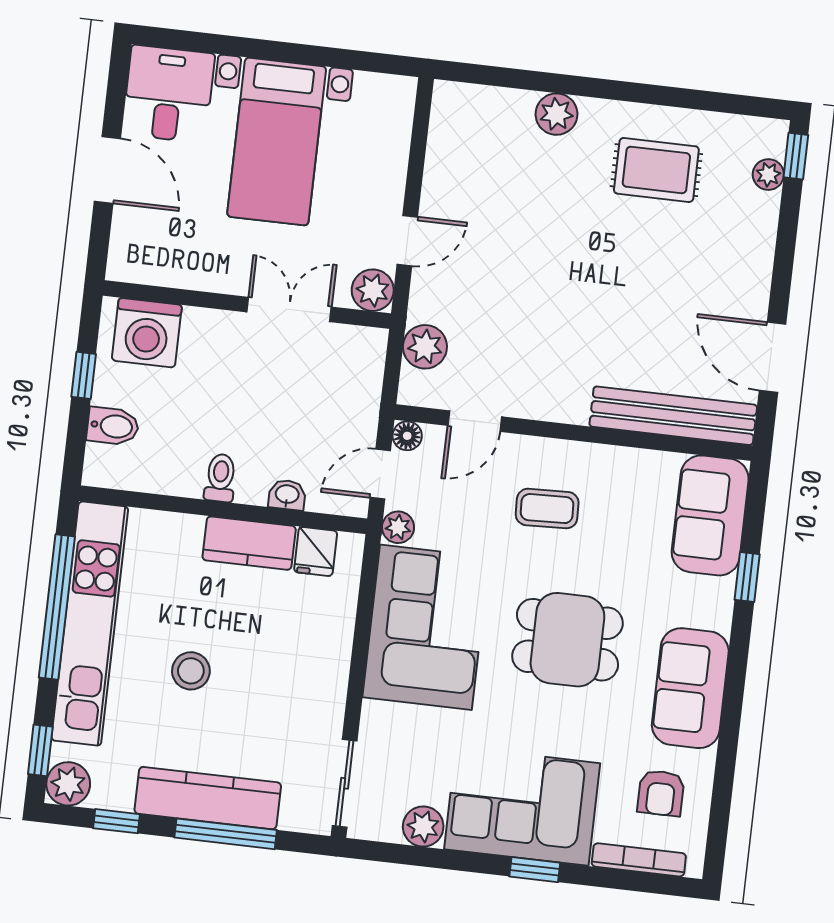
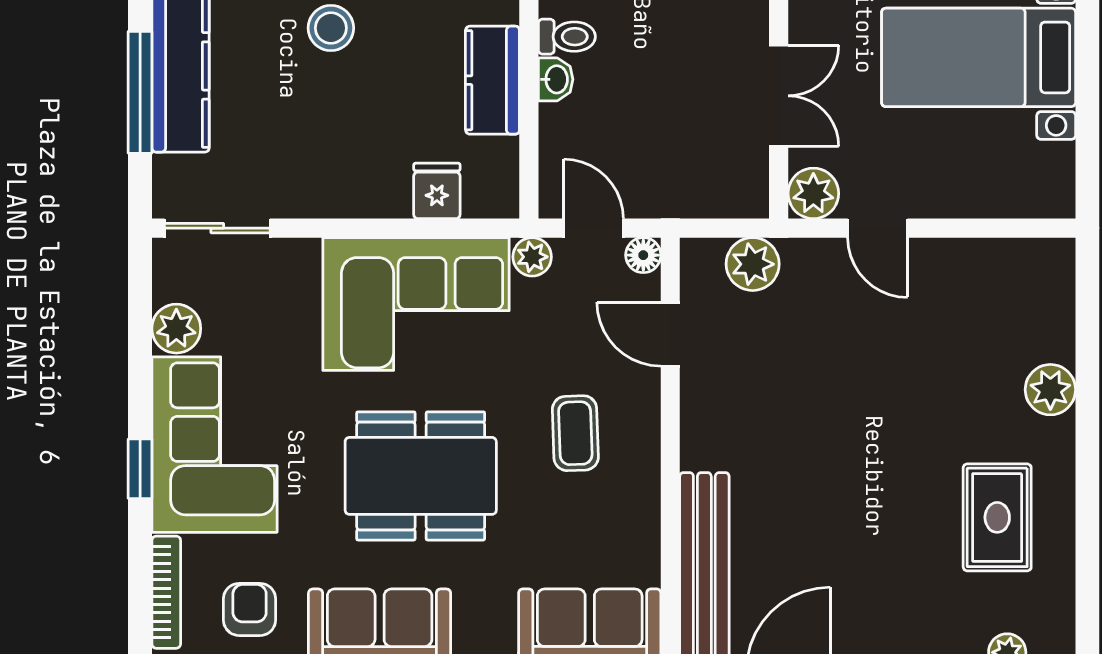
washbasin: (287, 495) -> (556, 79), moved
fridge: (316, 551) -> (437, 191), moved, turned 90
dining table: (567, 640) -> (421, 476), width x1.38
armchair: (661, 793) -> (250, 609), turned 90

